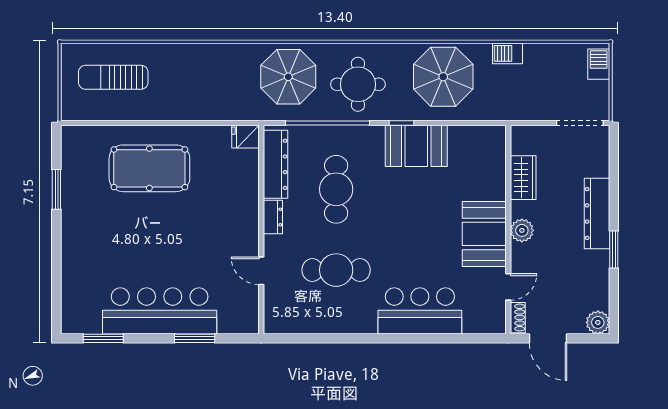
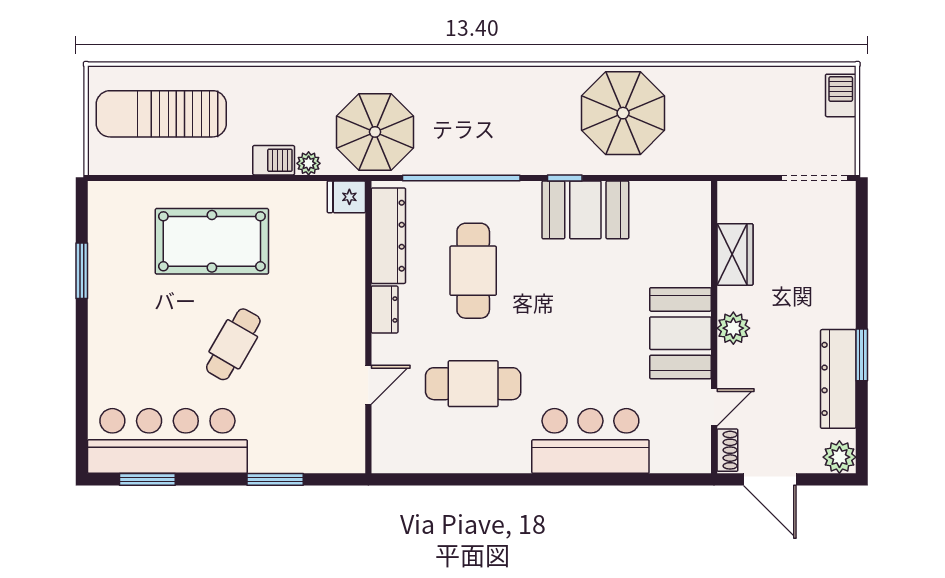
barbecue: (508, 53) -> (274, 160), moved, turned 180
sun lounger: (113, 77) -> (161, 114), width x1.36, depth x1.34
parasol: (288, 77) -> (375, 132), moved
round table: (358, 84) -> (504, 124), removed
plant: (218, 113) -> (309, 163), added
dresser: (597, 214) -> (838, 379), moved
cafe table: (165, 242) -> (233, 344), added
door: (261, 271) -> (368, 385), swing flipped
bar counter: (160, 311) -> (167, 441), moved

